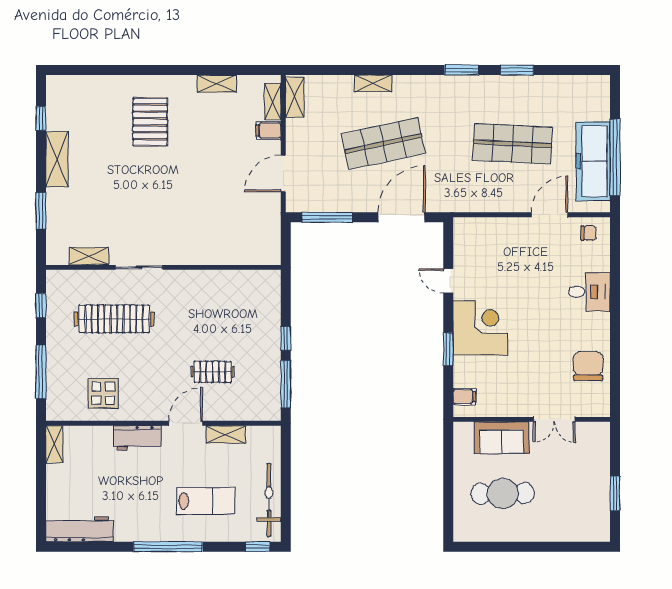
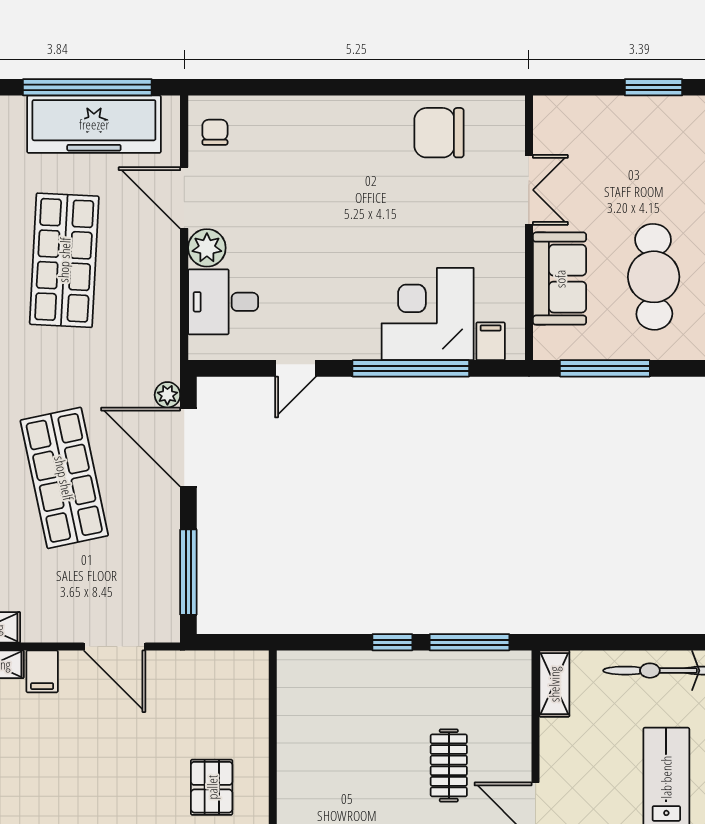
plant: (433, 205) -> (167, 395), added
plant: (520, 228) -> (207, 248), added
pallet: (200, 231) -> (212, 787), added
desk: (589, 292) -> (223, 302), moved, turned -90
corner desk: (480, 328) -> (428, 314), moved
window: (448, 349) -> (411, 368), width x2.11
shelving: (226, 434) -> (554, 684), moved
window: (448, 464) -> (605, 368), added

